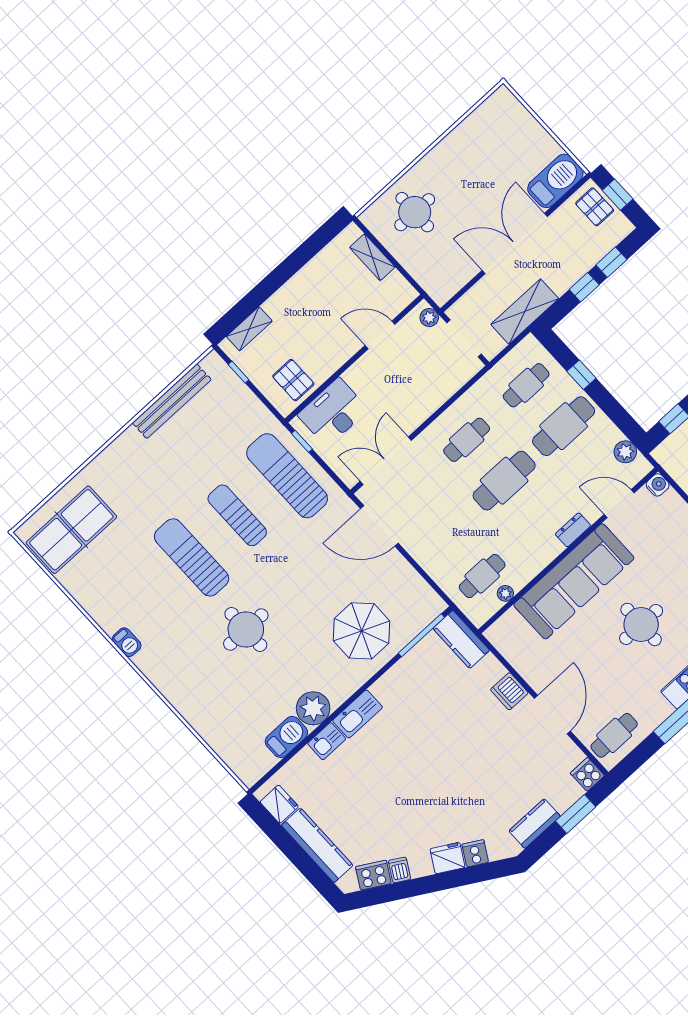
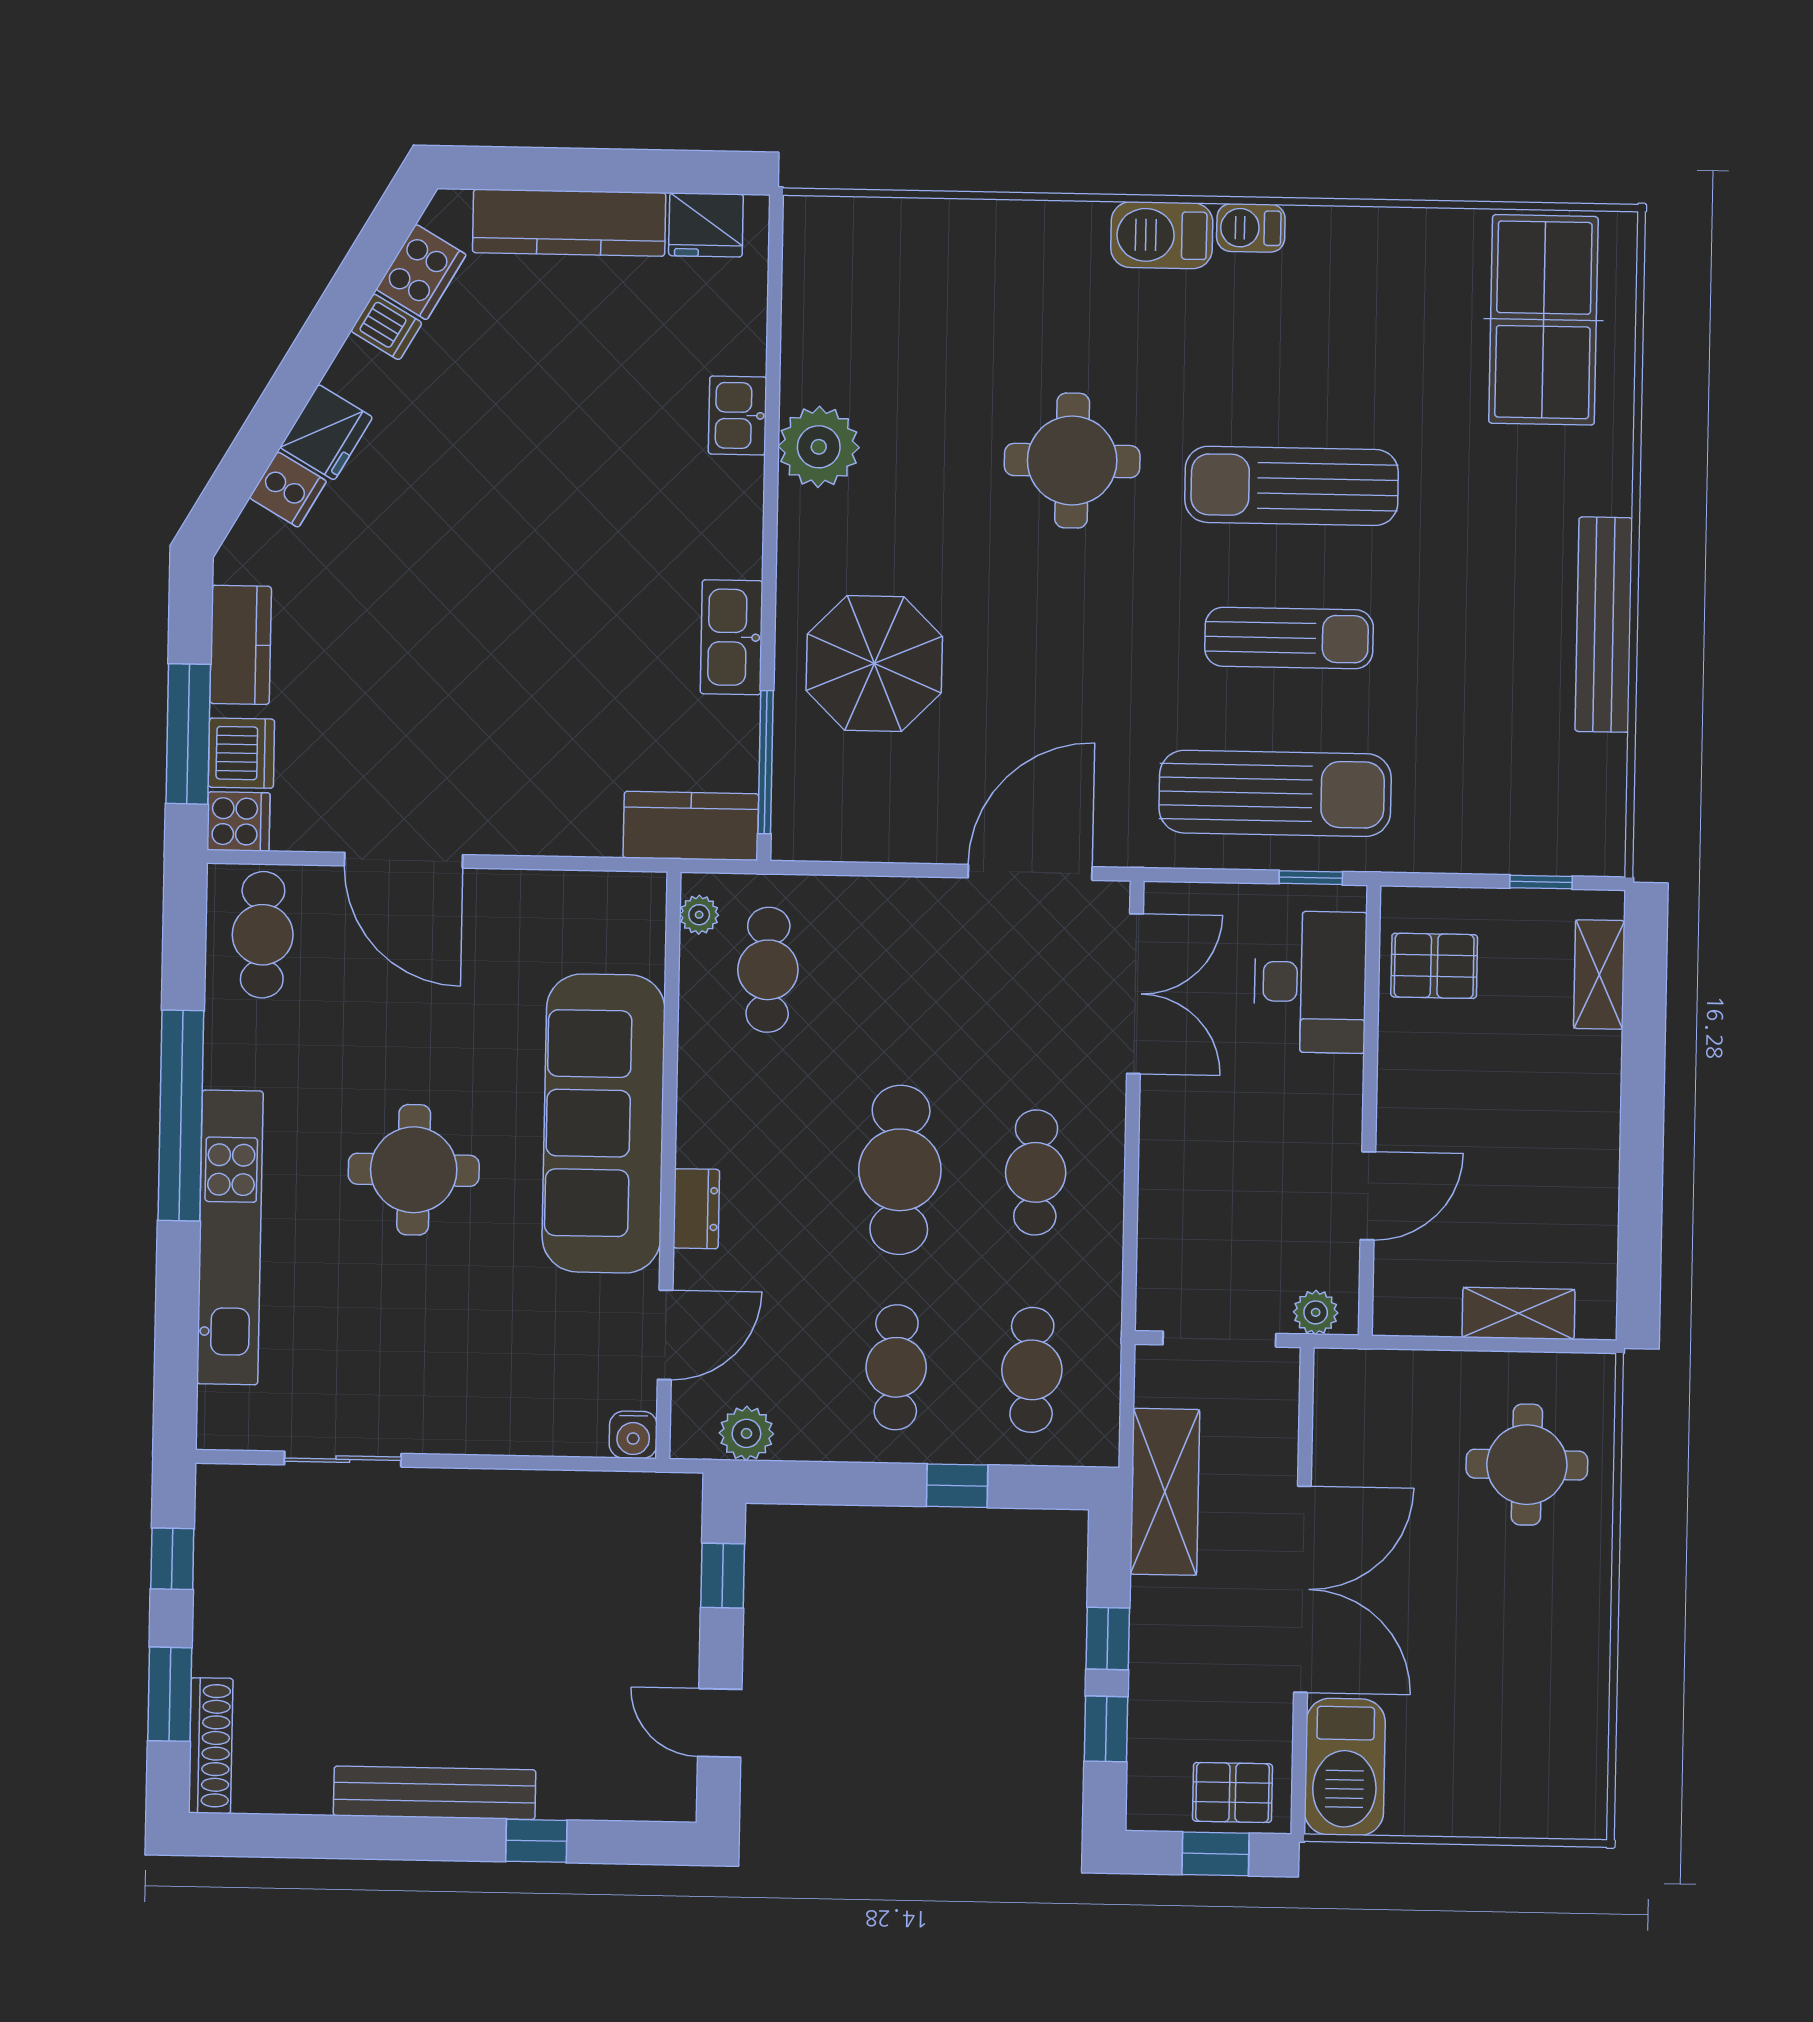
bench: (172, 401) -> (1604, 625), moved
cafe table: (564, 426) -> (896, 1367), width x0.73, depth x0.74
sun lounger: (192, 557) -> (1292, 486), turned 180
plant: (505, 593) -> (699, 915), moved
dishwasher: (509, 691) -> (241, 753), moved, turned 90
kitchen sink: (358, 714) -> (732, 637), moved
barbecue: (286, 737) -> (1162, 235), moved, turned 90
window: (576, 814) -> (188, 734), width x1.44

